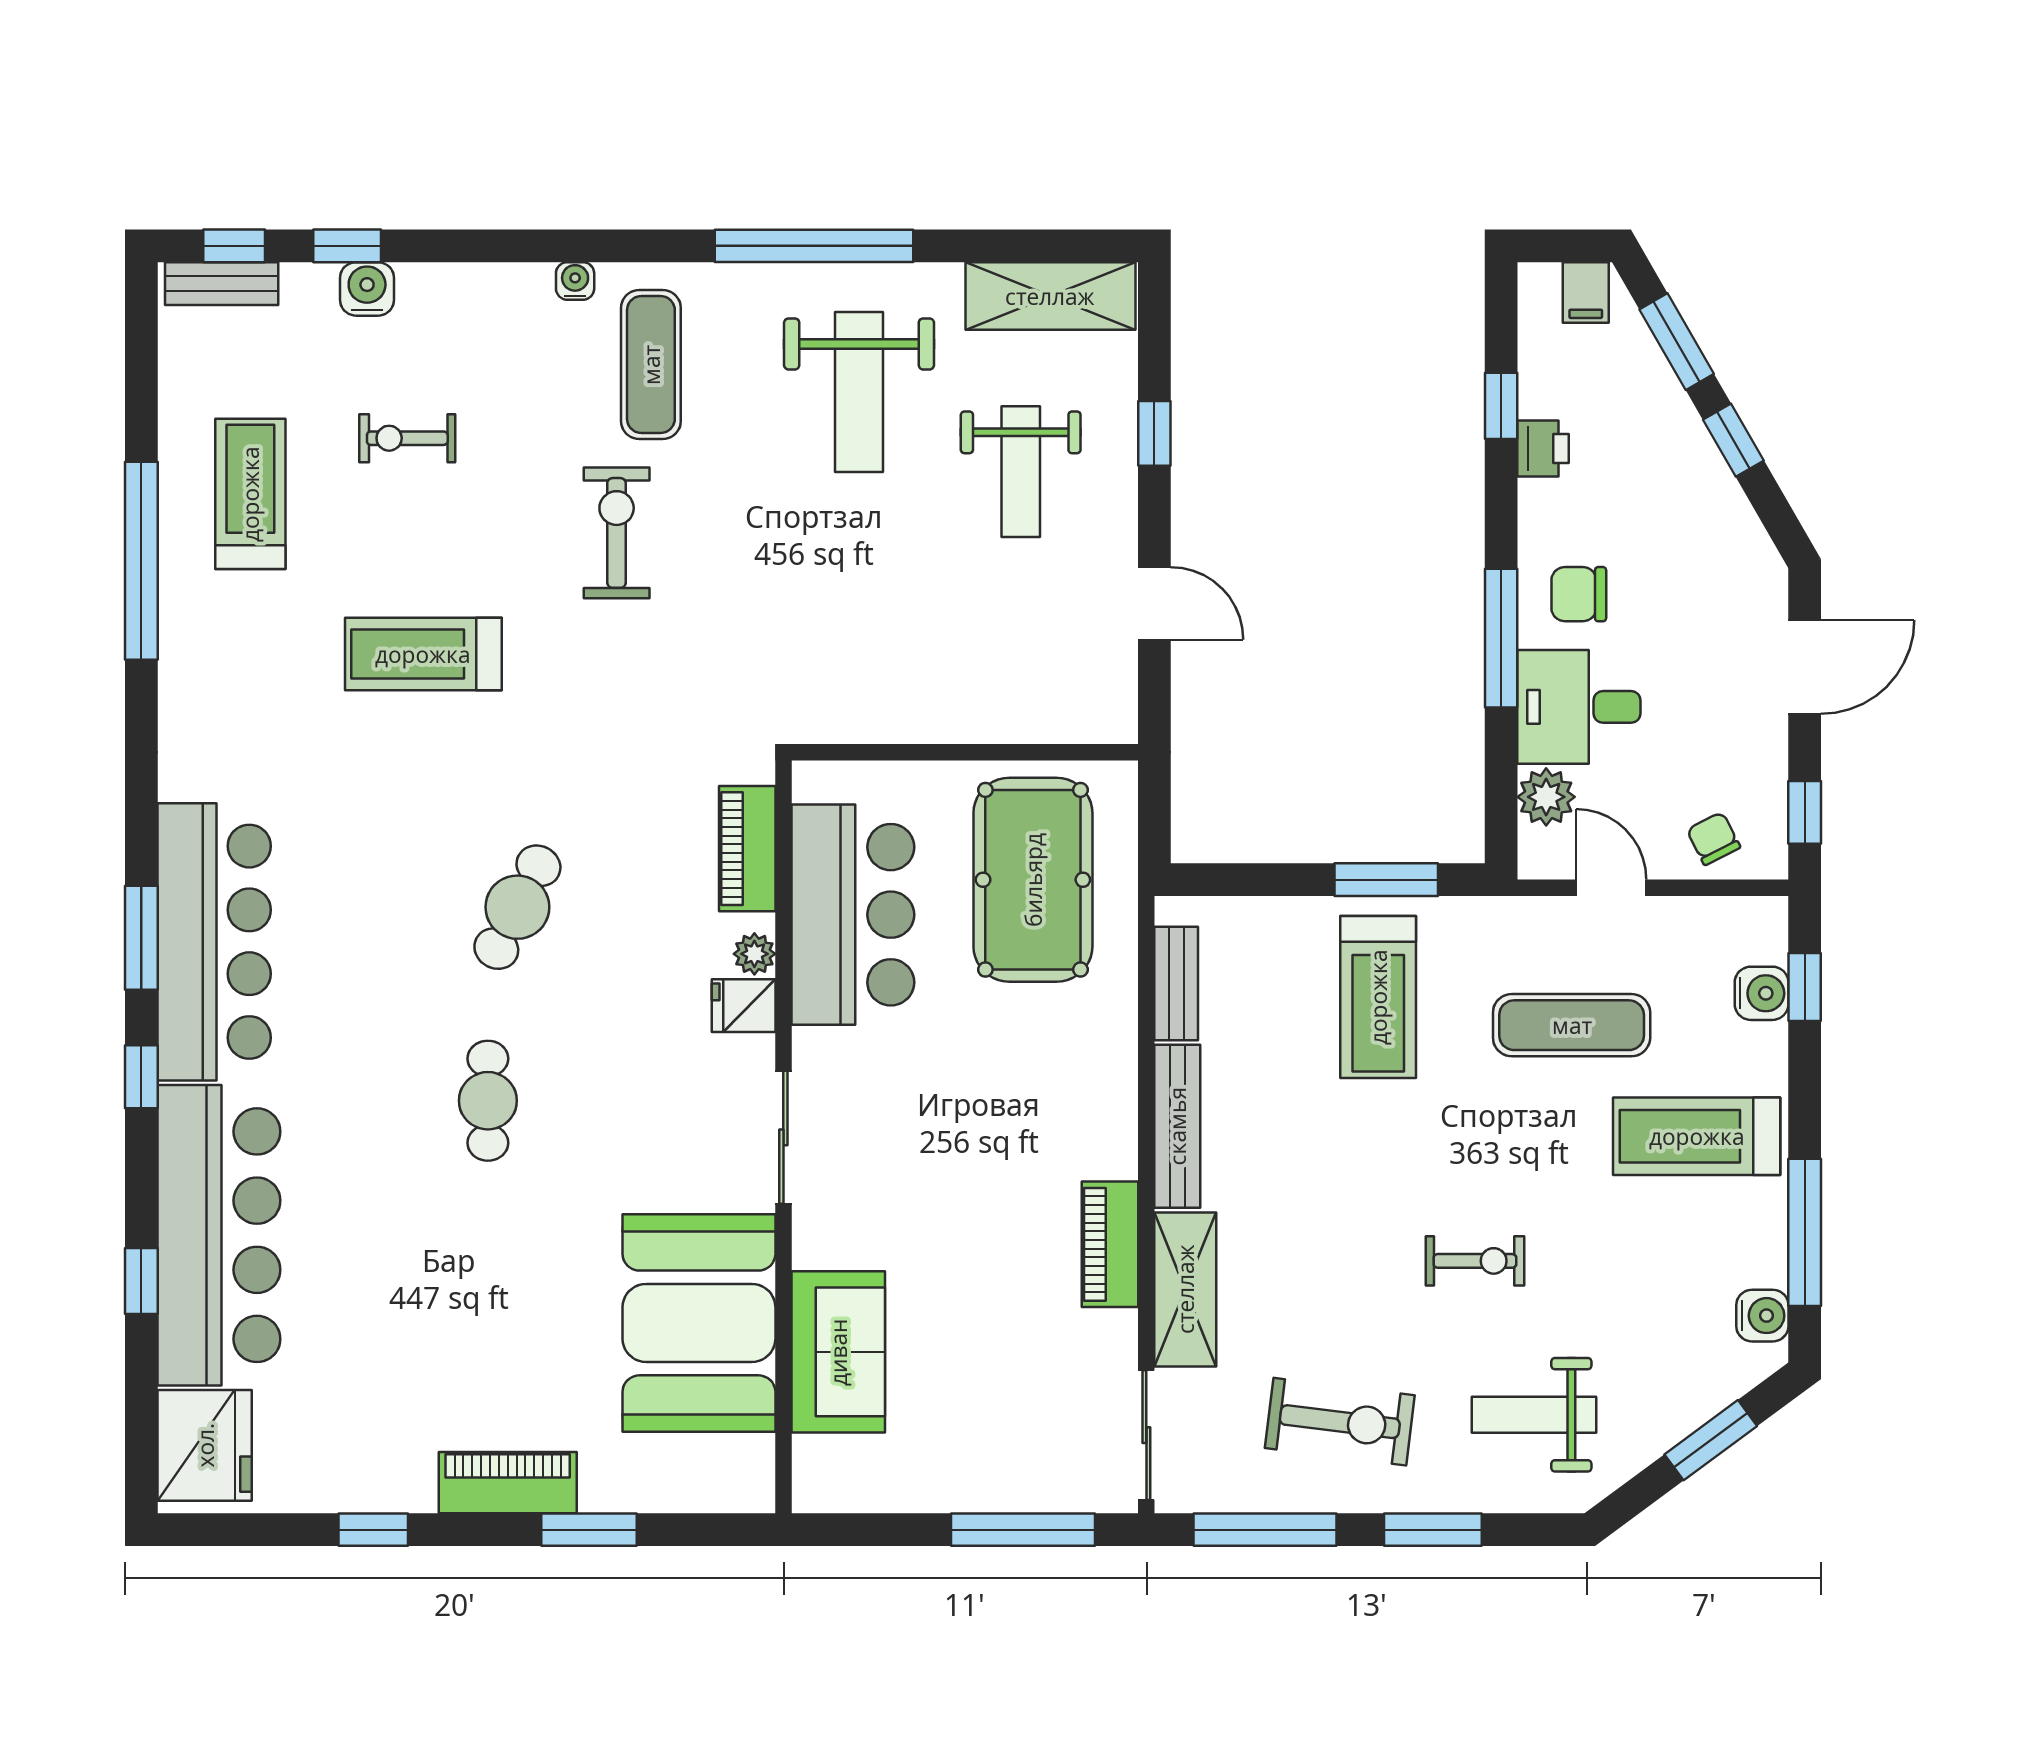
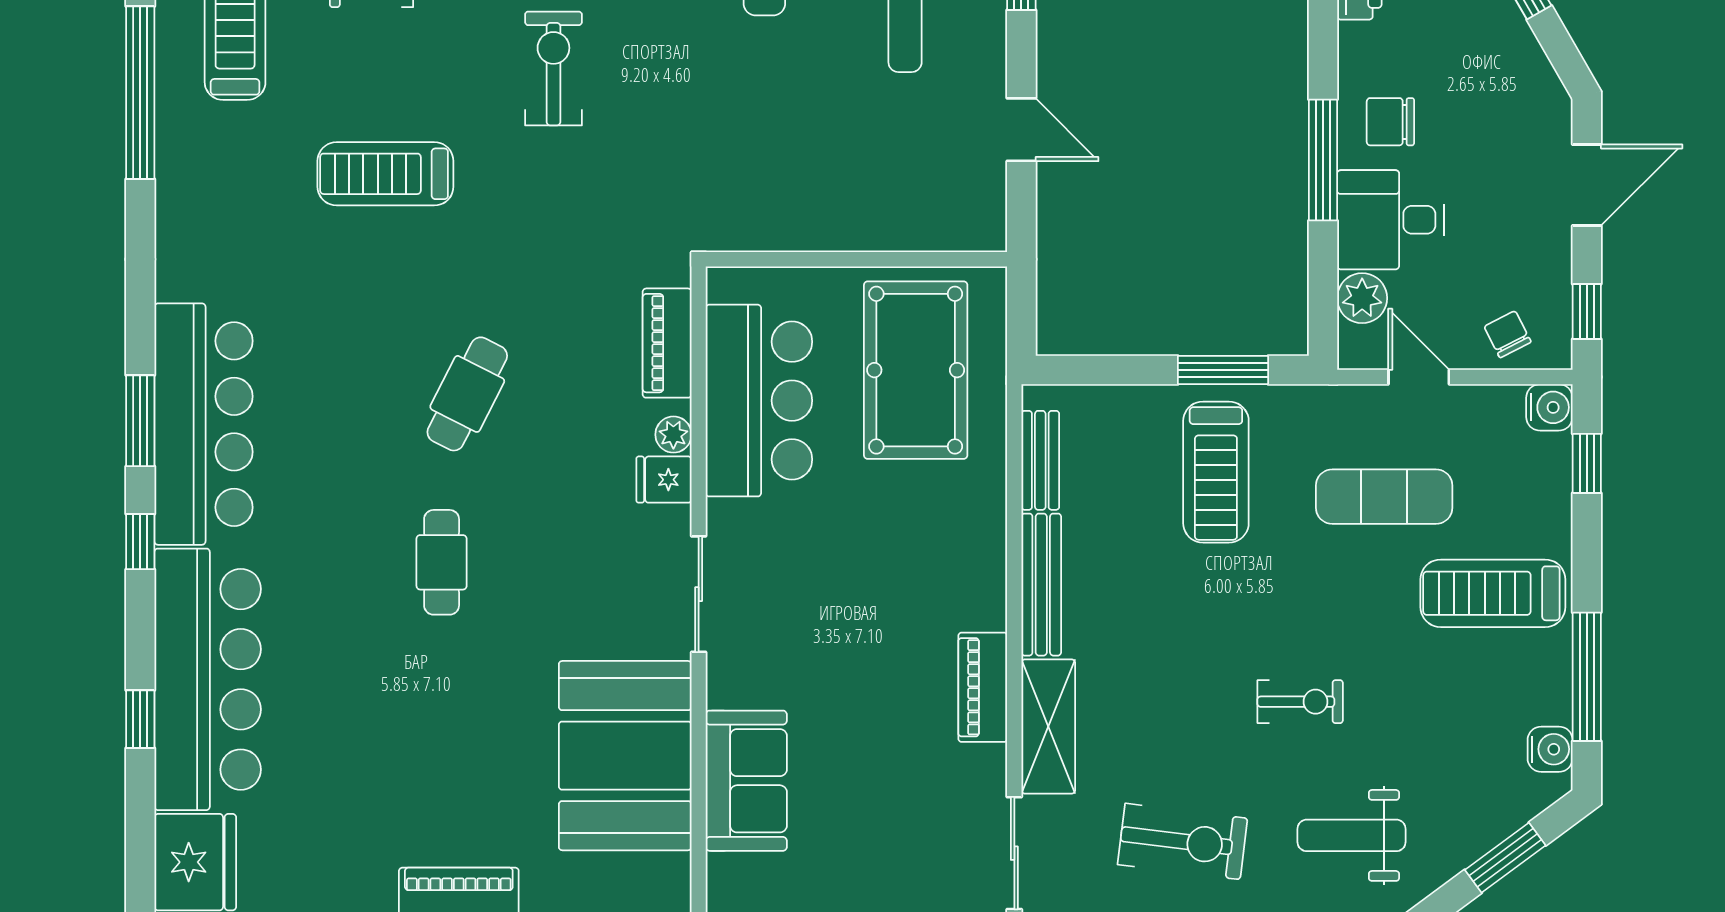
water cooler: (1762, 993) -> (1549, 407), moved

